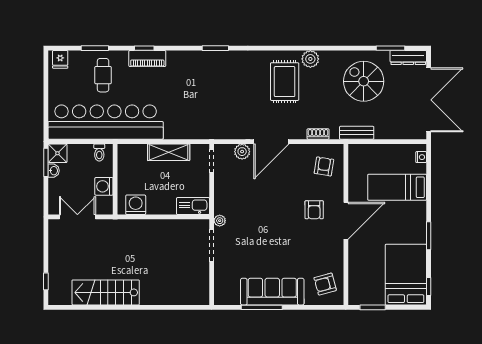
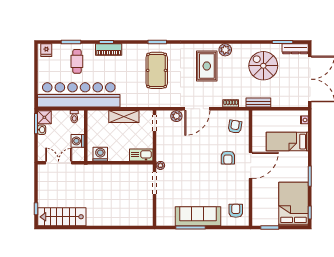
pool table: (215, 88) -> (157, 70), added
armchair: (325, 284) -> (236, 211), turned 105
stairs: (106, 292) -> (62, 217), moved

